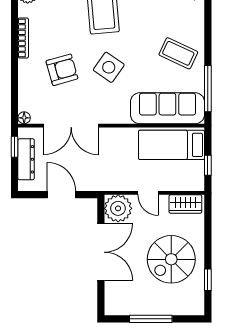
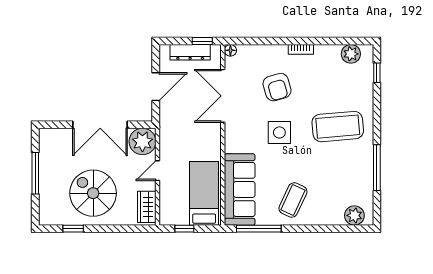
bookcase: (23, 38) -> (301, 49), width x0.64
side table: (109, 67) -> (279, 132), turned -35

